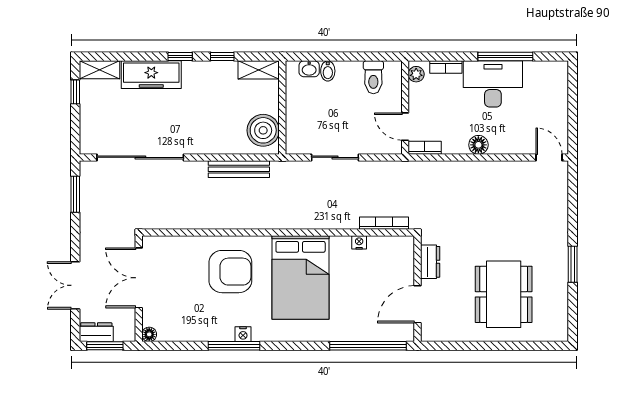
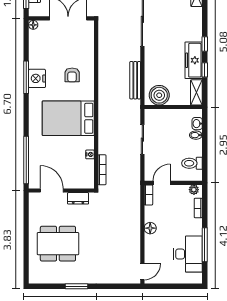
freezer: (151, 75) -> (194, 60), moved
desk: (493, 84) -> (188, 254), moved
armchair: (230, 272) -> (72, 75), width x0.53, depth x0.53
nightstand: (243, 334) -> (37, 78), width x1.89, depth x1.79

